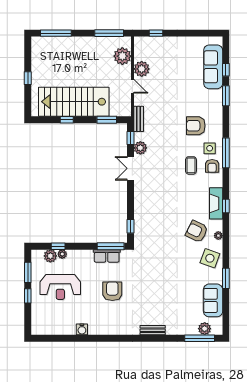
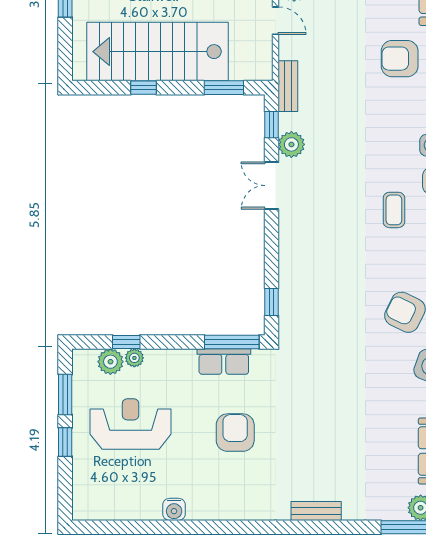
armchair: (196, 126) -> (400, 59), moved
coffee table: (191, 165) -> (394, 210), moved
reception desk: (60, 287) -> (131, 424), turned 180

